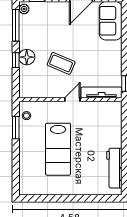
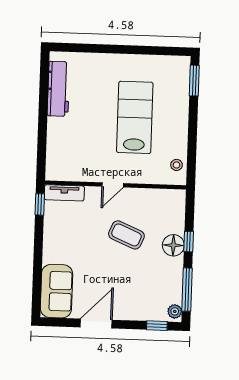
tv unit: (102, 92) -> (64, 193), width x0.71
window: (16, 128) -> (194, 81), moved

